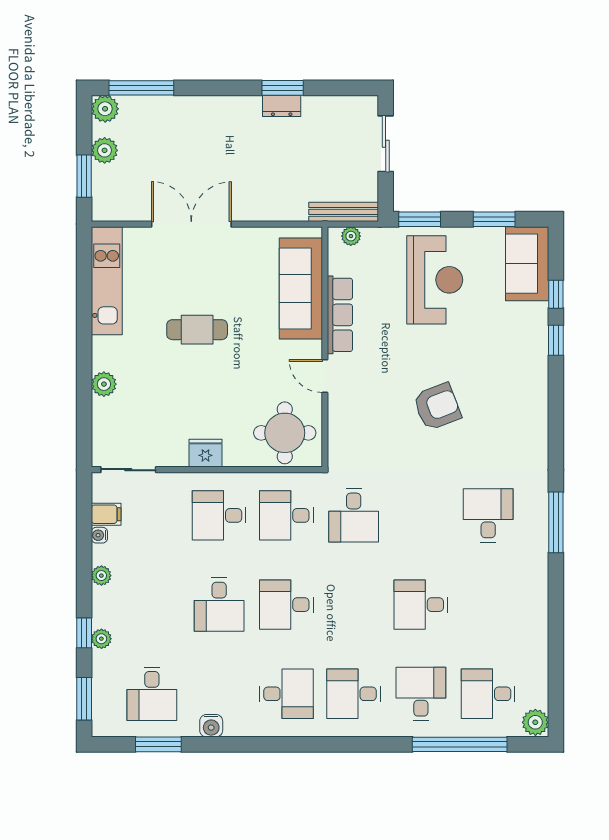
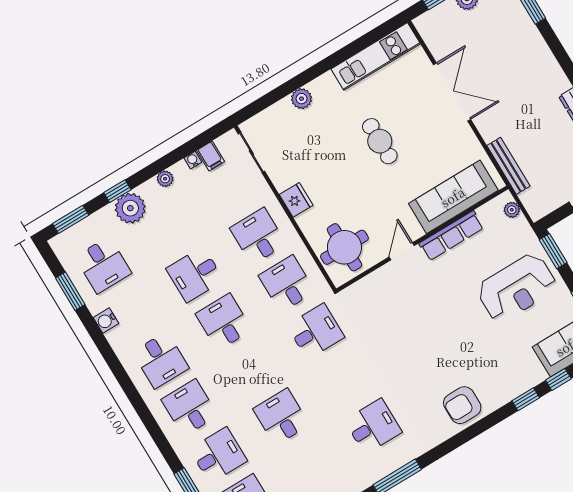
bench: (344, 212) -> (508, 166), moved
armchair: (437, 407) -> (462, 405), moved, turned 111
desk: (354, 515) -> (316, 331), turned 180
plant: (101, 639) -> (130, 208), width x1.88, depth x1.88
desk: (152, 694) -> (103, 265), turned -90

